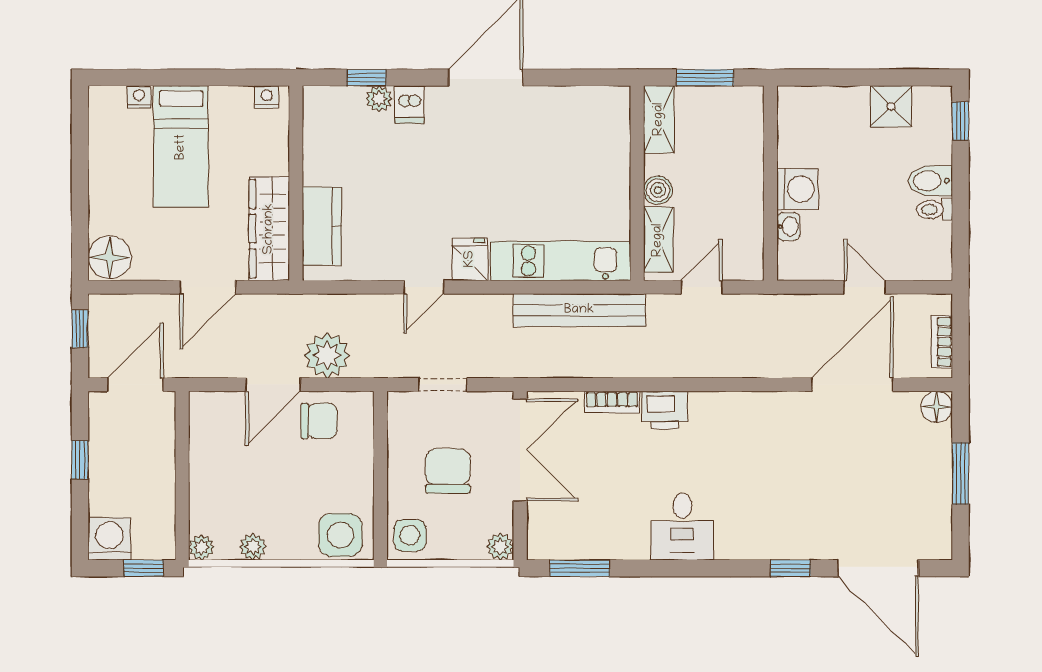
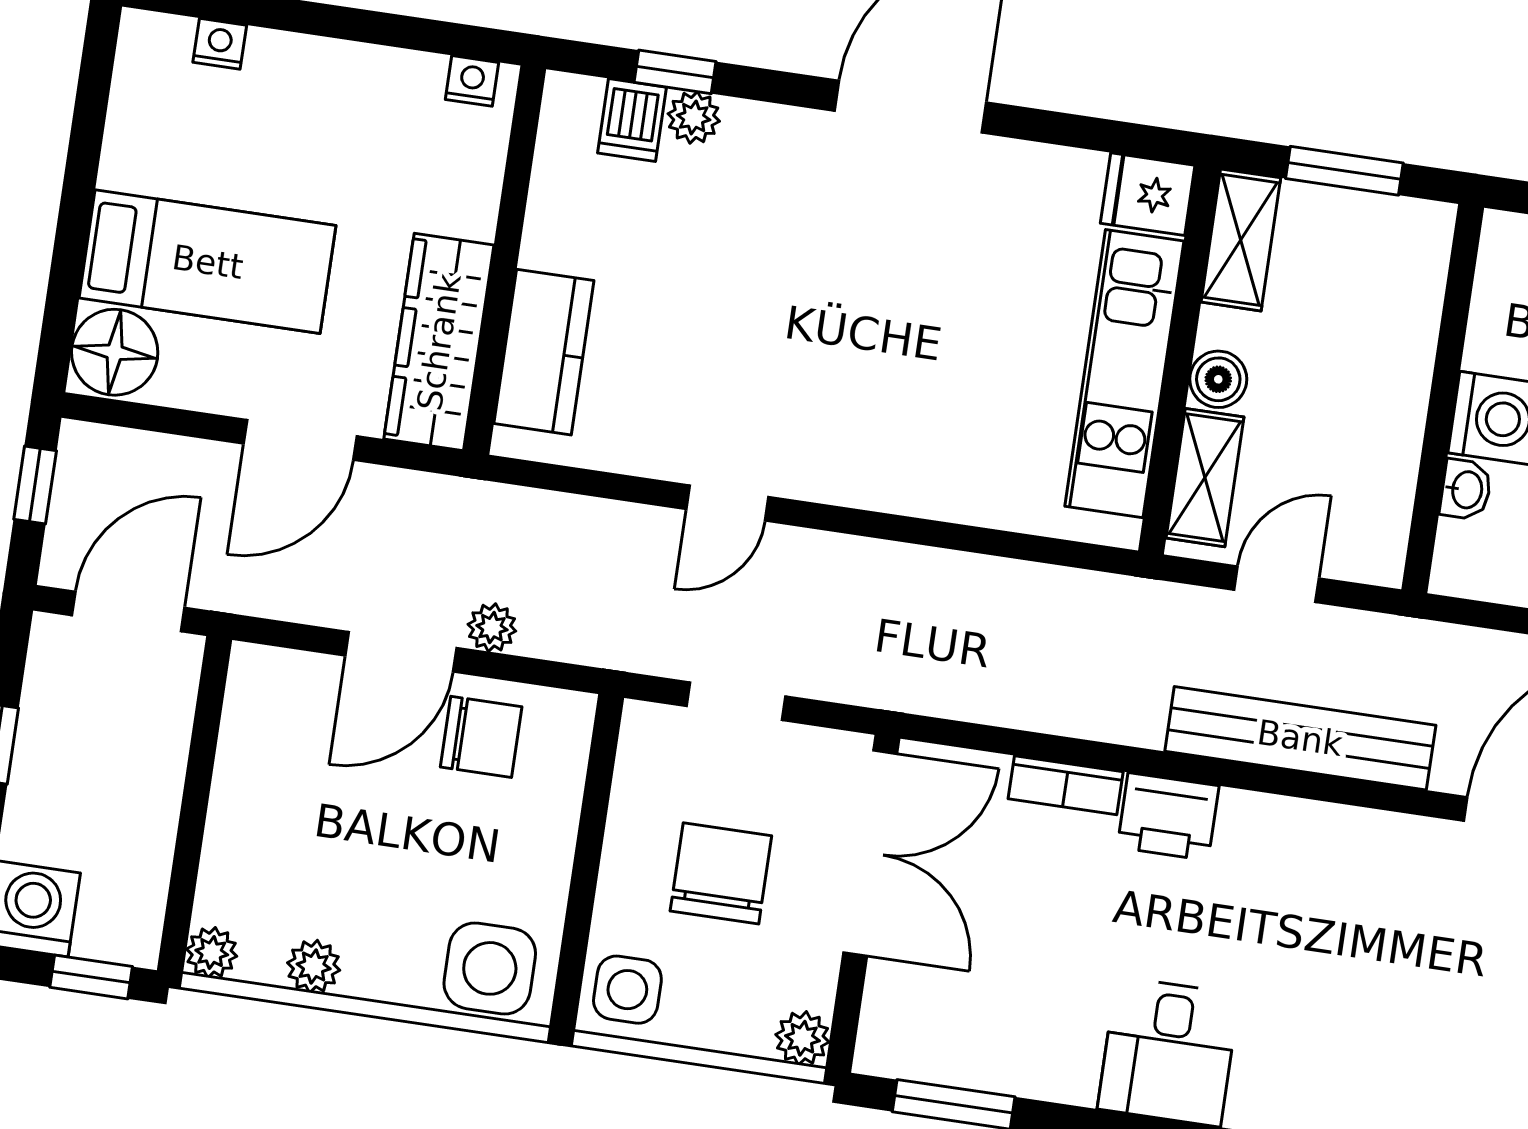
dishwasher: (409, 105) -> (632, 120), moved
bed: (181, 147) -> (208, 262), moved, turned -90
fridge: (470, 259) -> (1148, 194), moved, turned -90
kitchen unit: (561, 261) -> (1124, 374), moved, turned -90
bench: (579, 310) -> (1300, 738), moved
plant: (327, 355) -> (492, 628), width x0.53, depth x0.53

